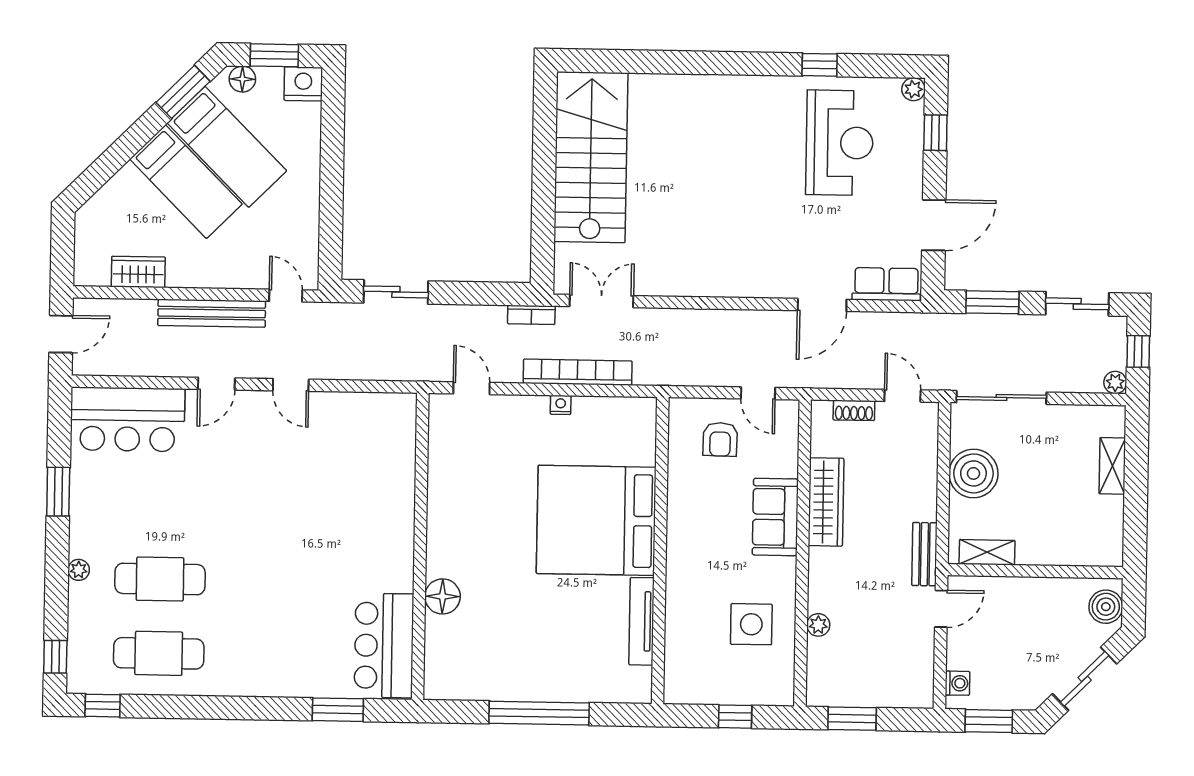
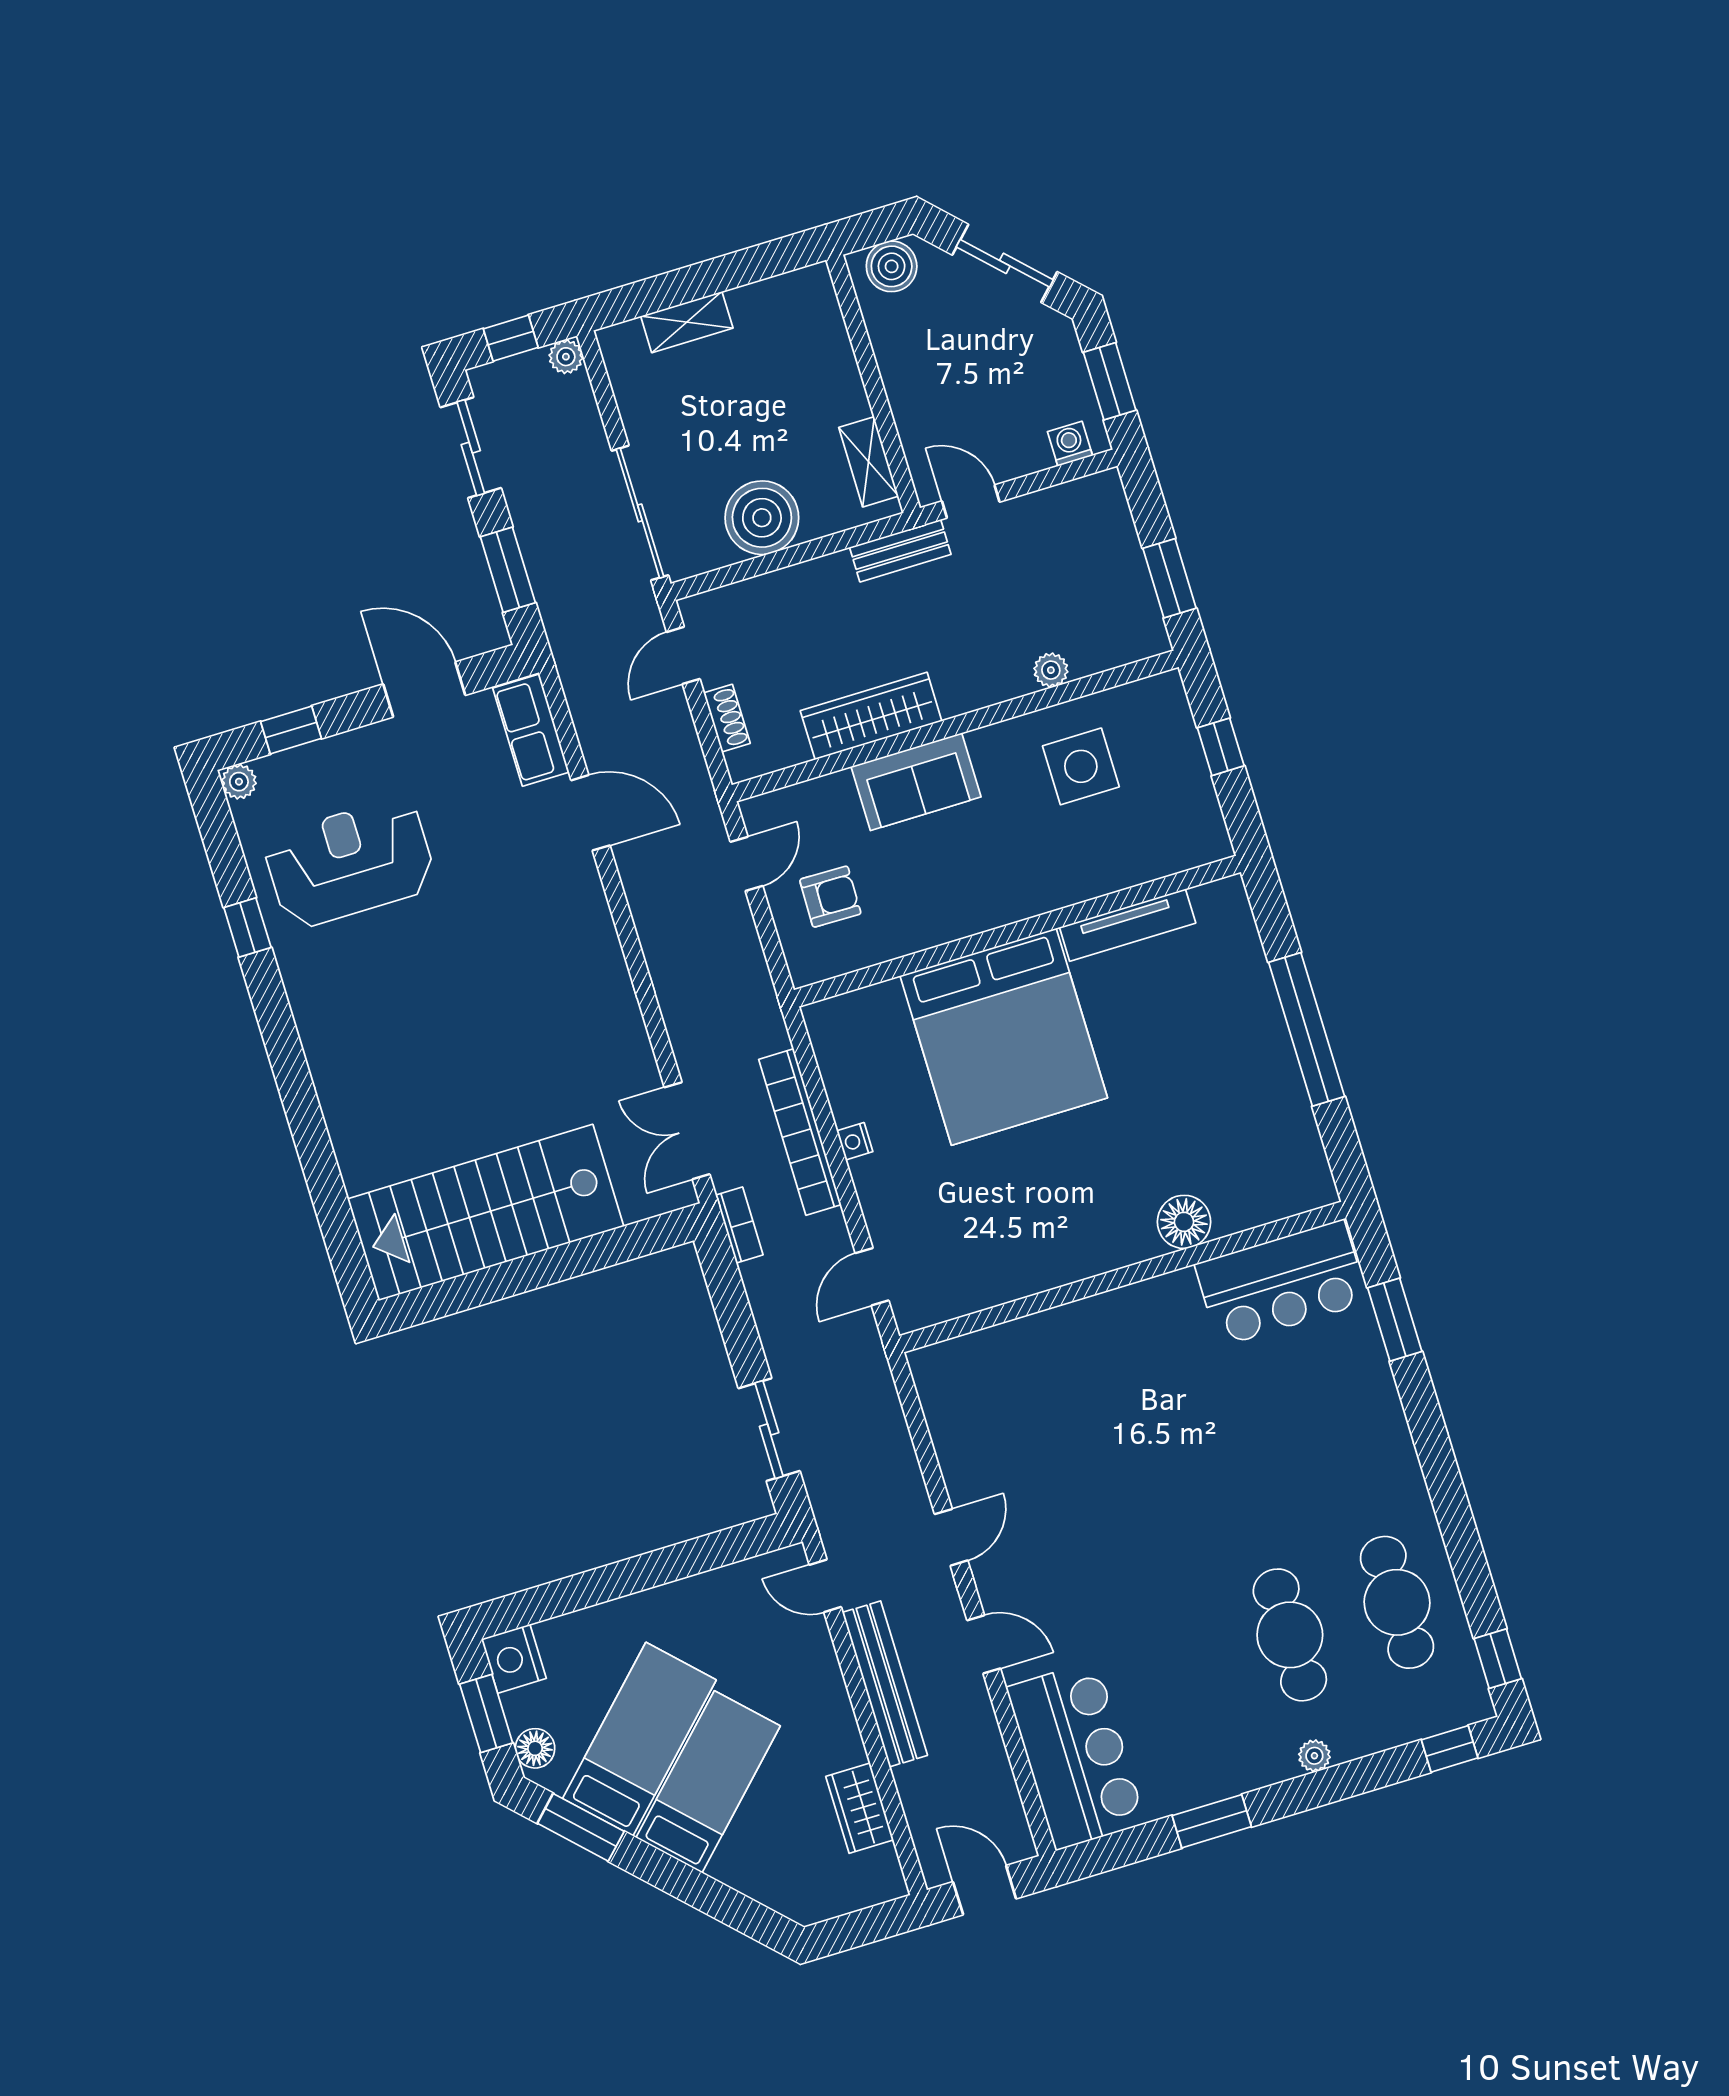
door: (286, 296) -> (825, 1586), hinge flipped

